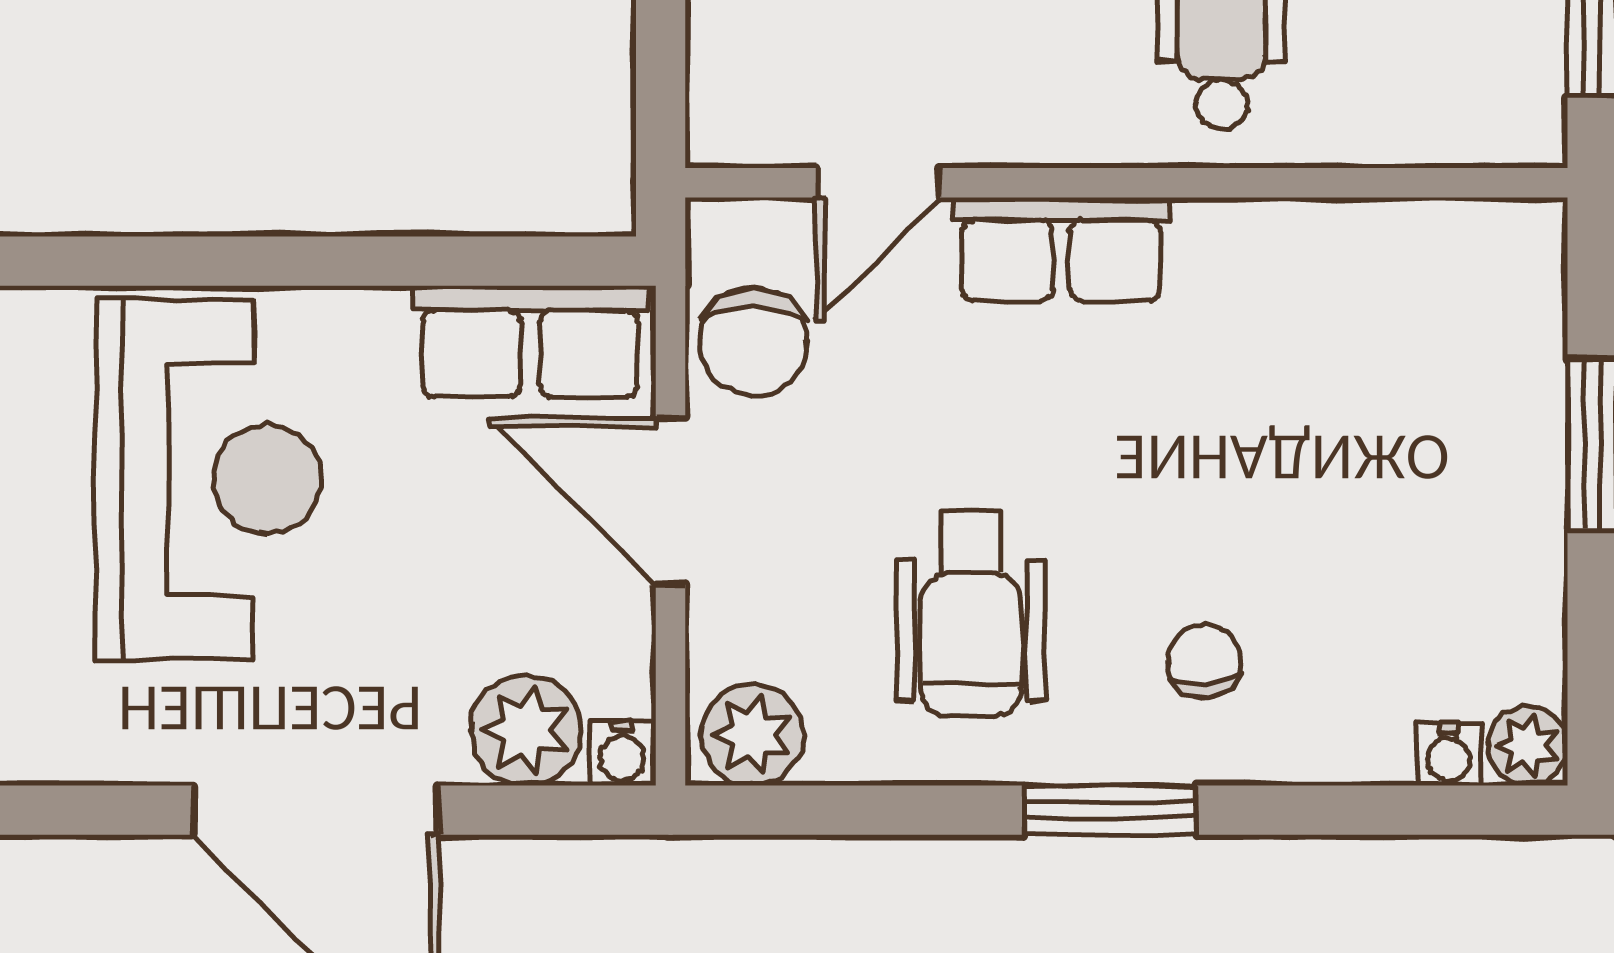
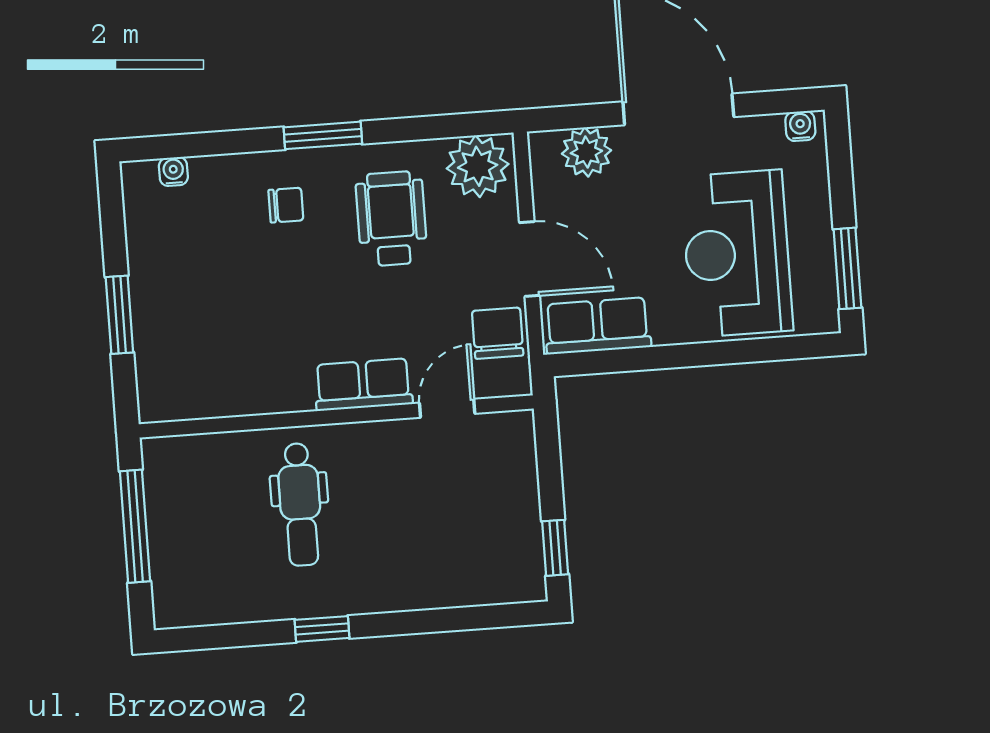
chair: (1204, 661) -> (286, 205), turned -84
plant: (752, 735) -> (478, 166), width x1.36, depth x1.36
plant: (1528, 746) -> (138, 178), removed
water cooler: (622, 753) -> (800, 126), moved

